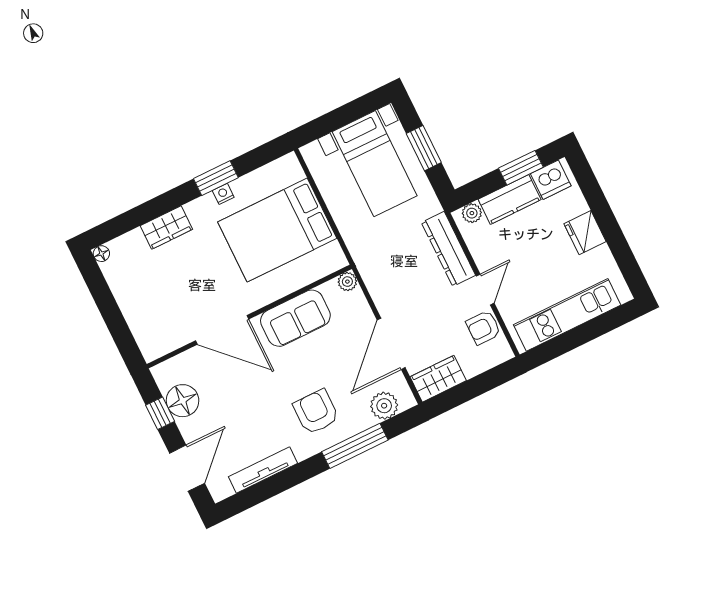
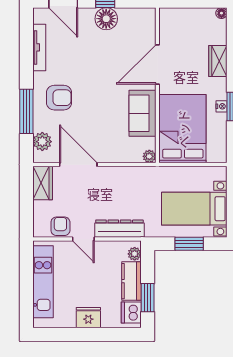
plant: (347, 282) -> (149, 156), moved
wall: (249, 317) -> (157, 85), moved
sofa: (295, 318) -> (142, 113), moved
door: (222, 330) -> (157, 65), moved

